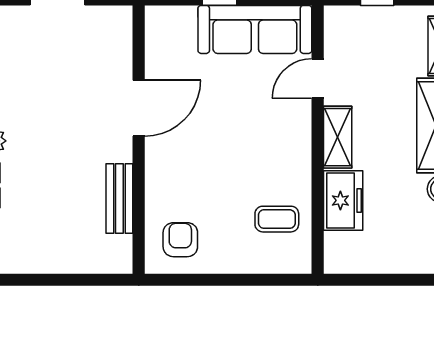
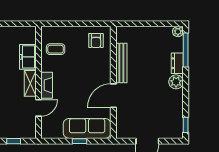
sofa: (255, 29) -> (87, 128), moved
fireplace: (298, 133) -> (47, 85), added
bench: (119, 199) -> (121, 63), width x1.36

